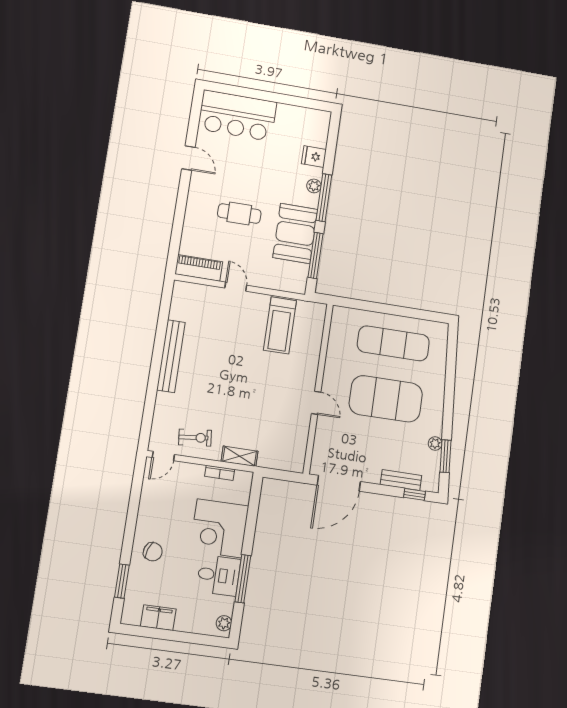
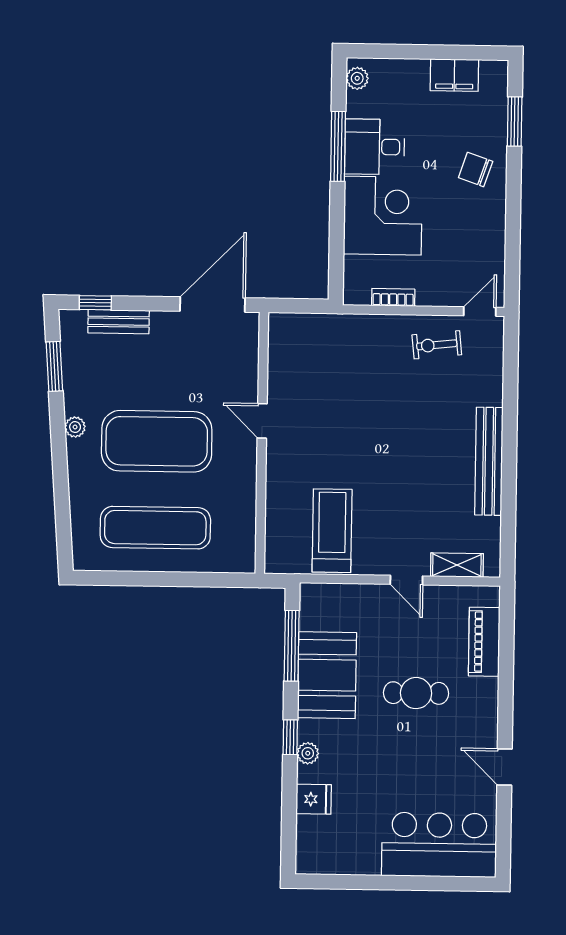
window: (324, 198) -> (290, 737), width x0.46
piano: (199, 268) -> (484, 642), moved, turned 90
plant: (435, 443) -> (75, 427), moved
shelving: (240, 456) -> (457, 565), moved

